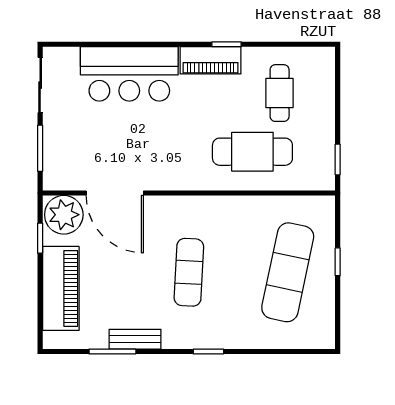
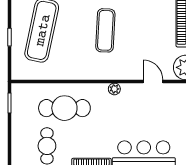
plant: (175, 181) -> (114, 89), added
door: (115, 193) -> (153, 81), width x0.53

